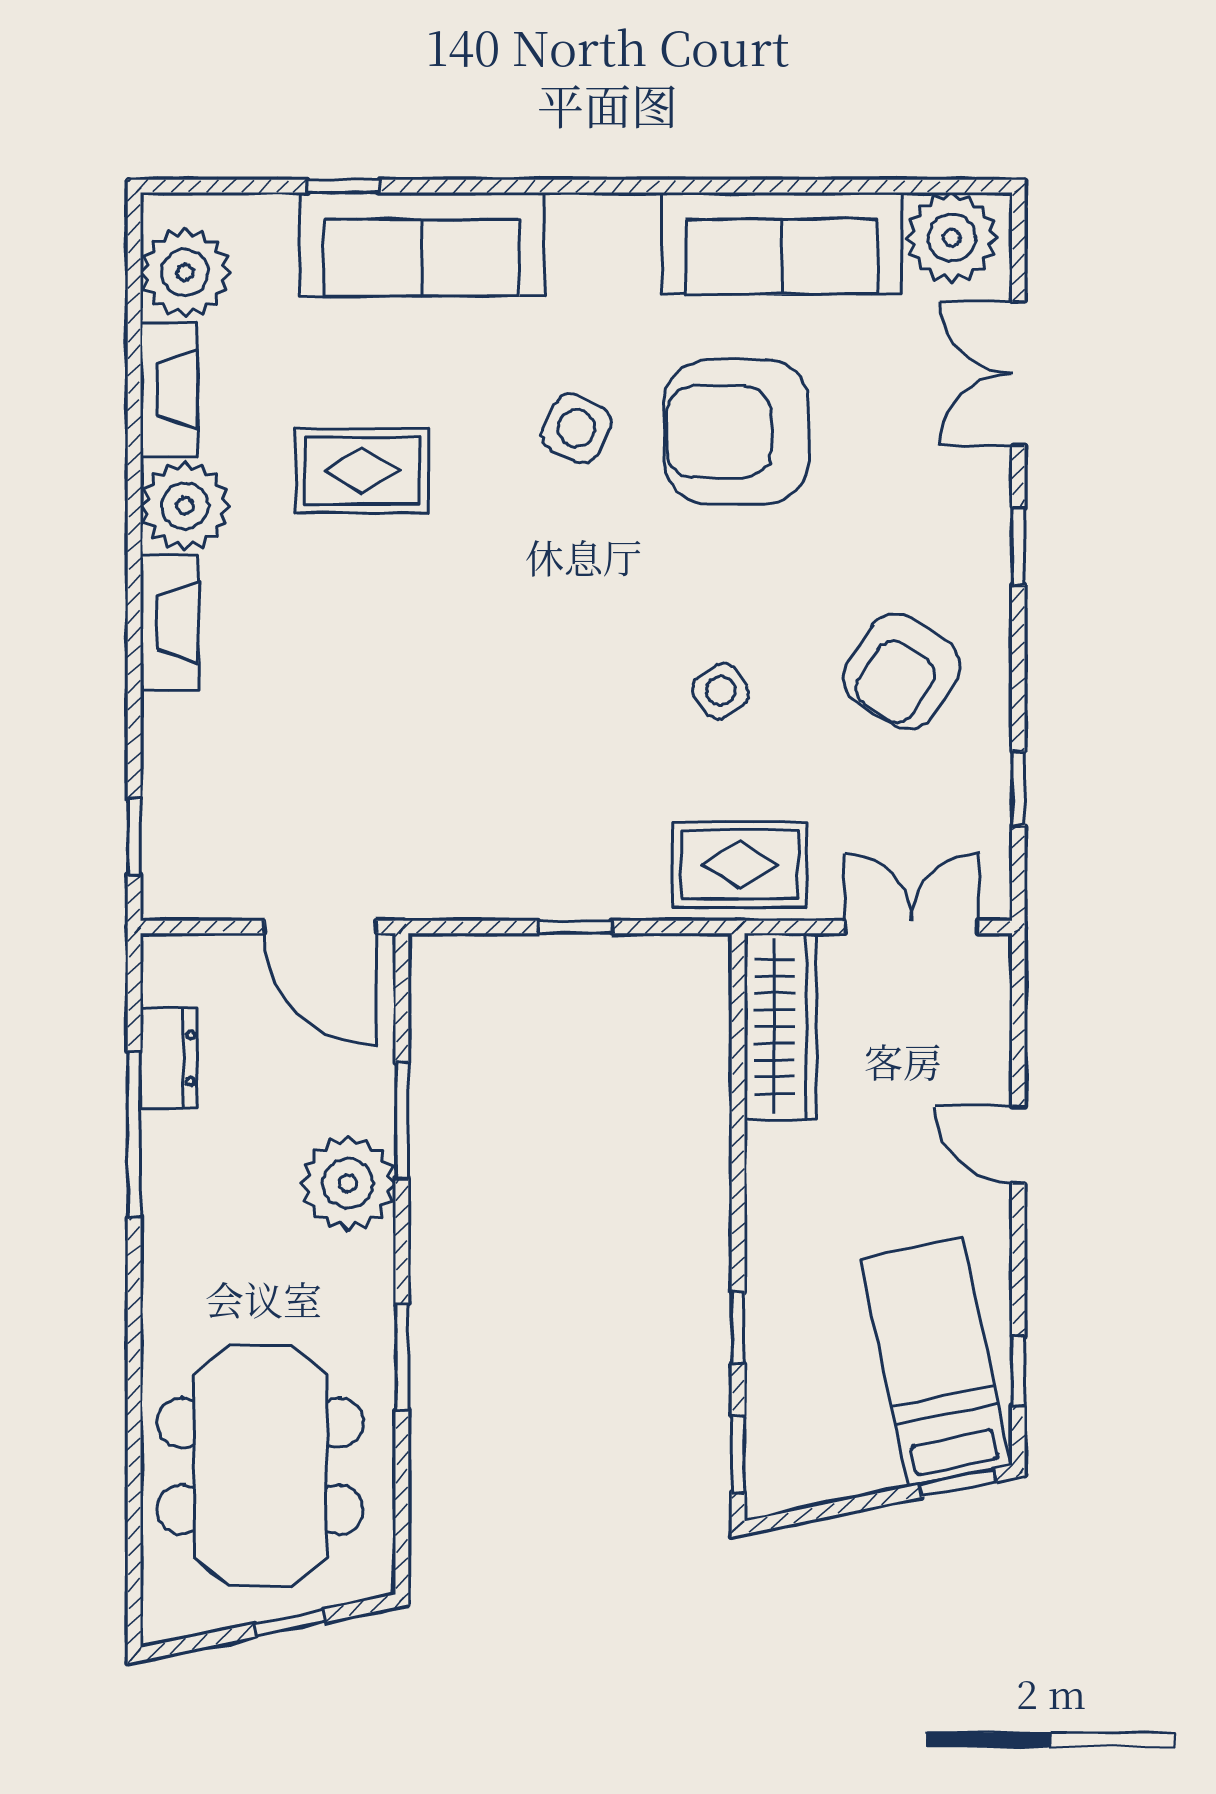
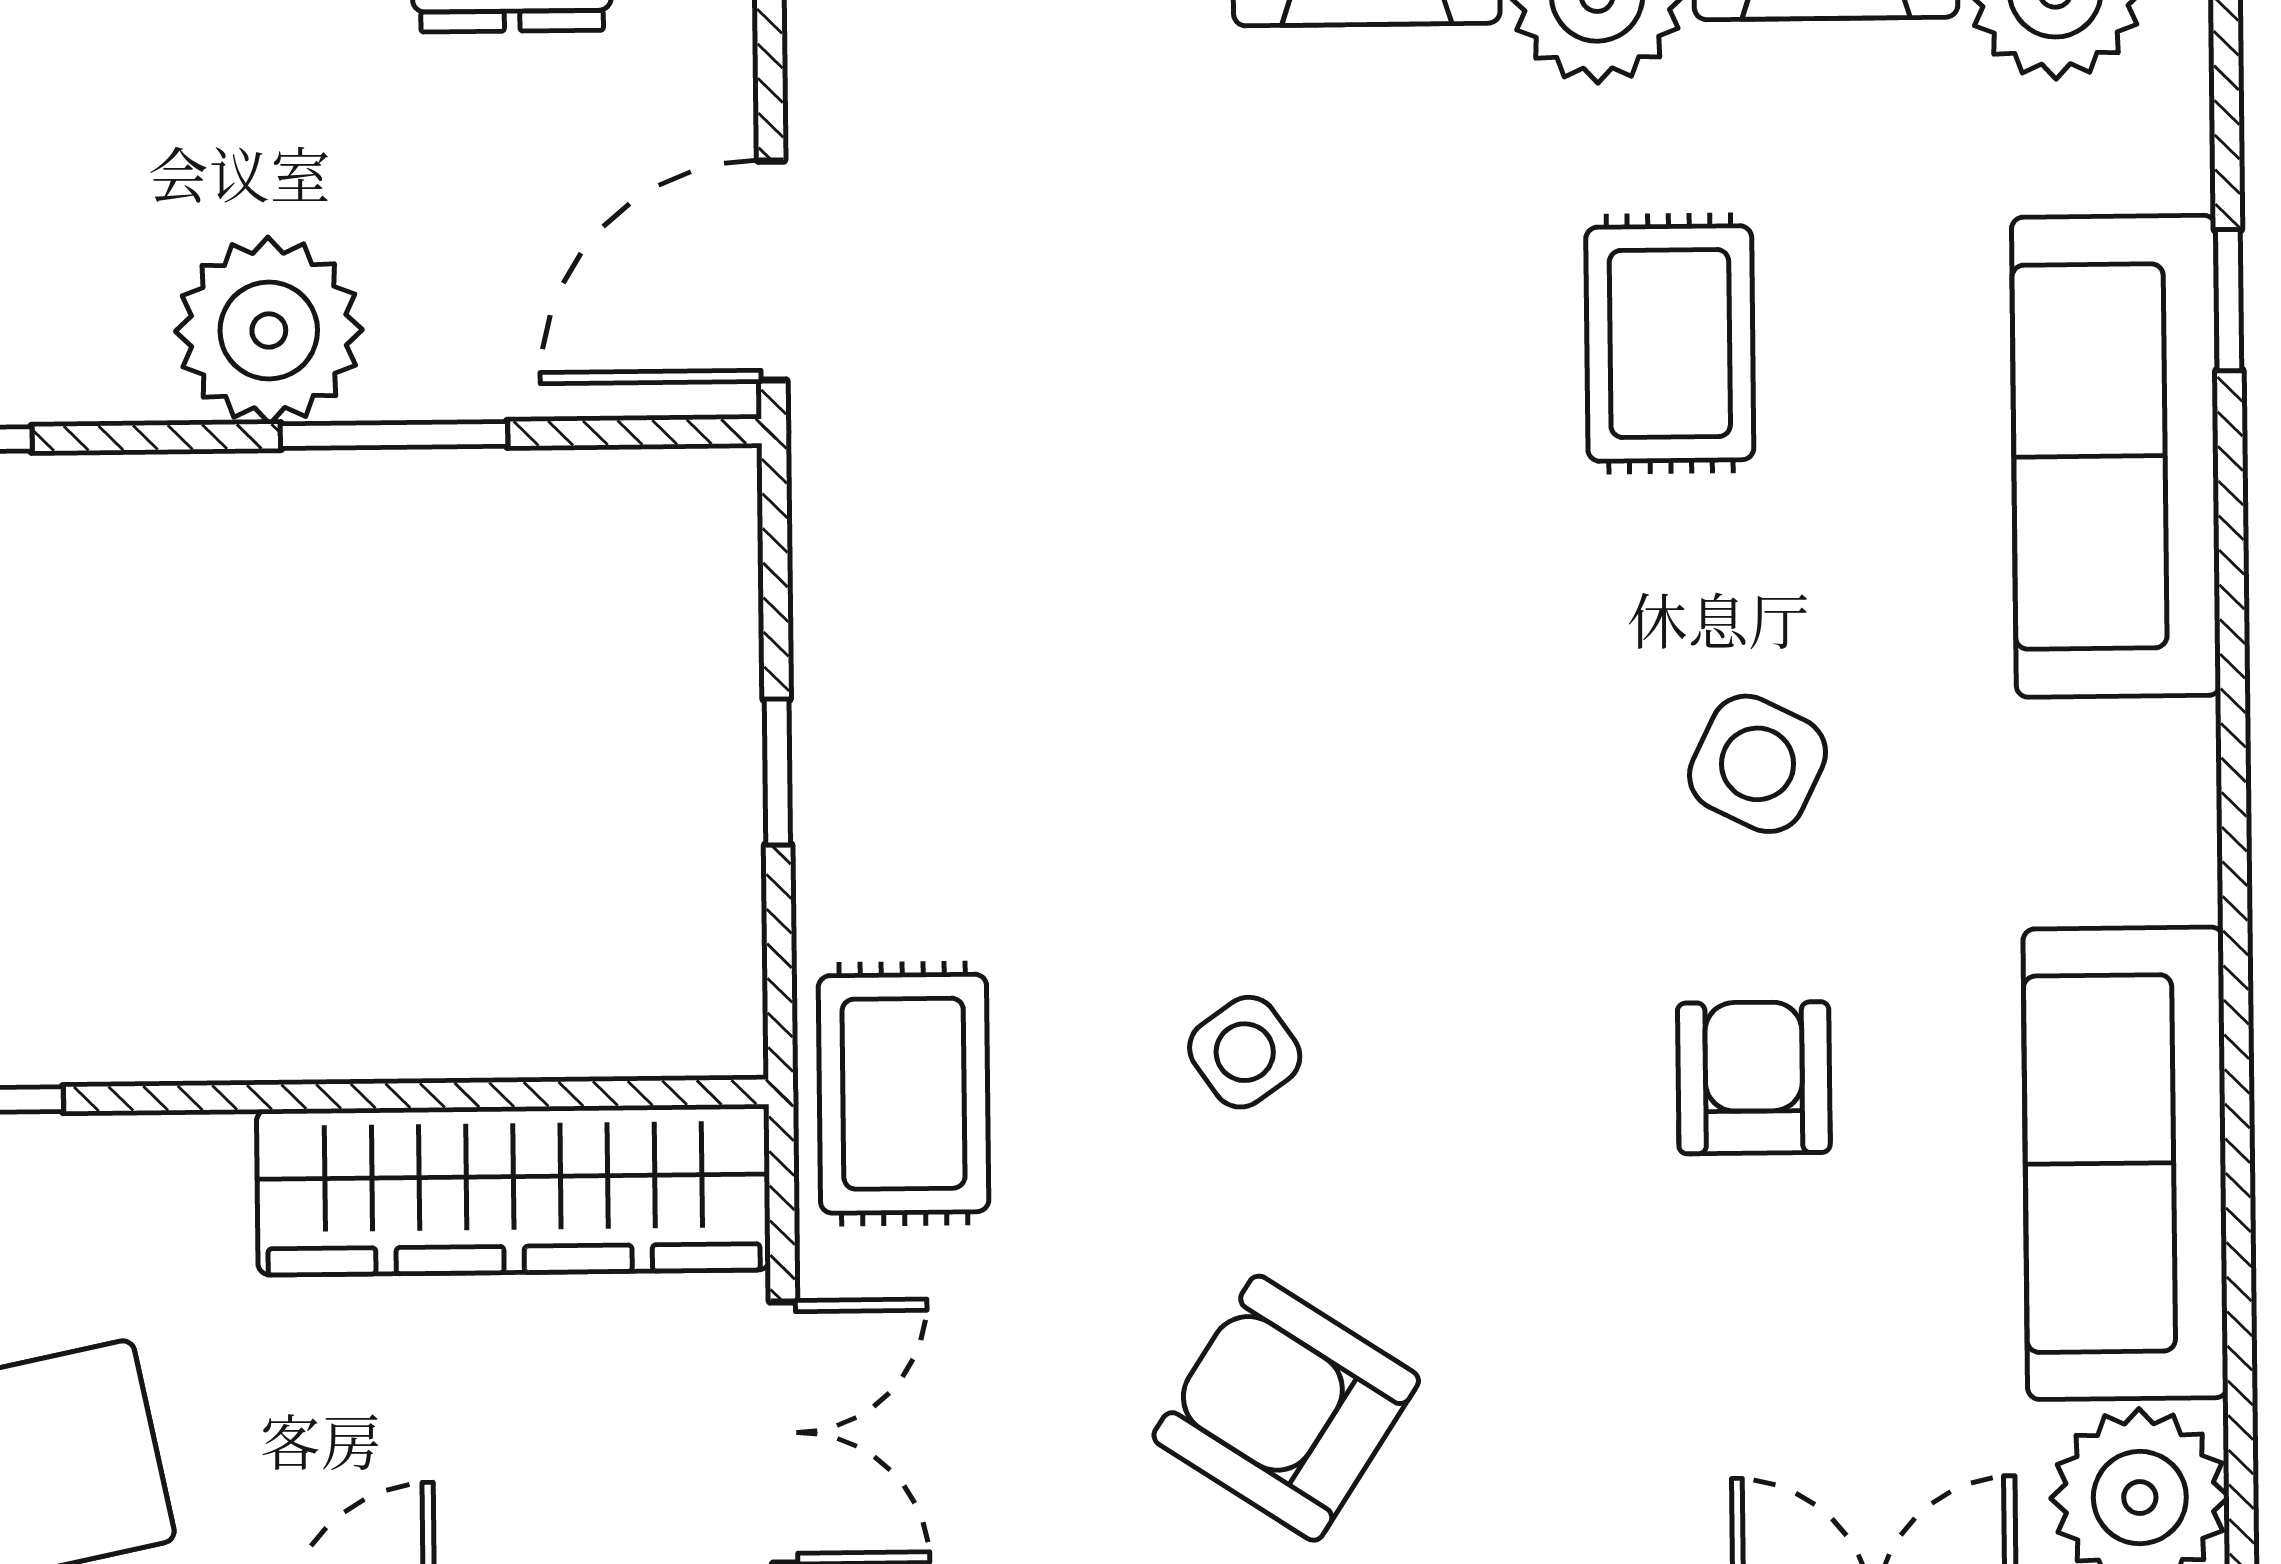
armchair: (736, 432) -> (1754, 1078), width x0.53, depth x0.53
wardrobe: (780, 1026) -> (513, 1190), width x1.40, depth x1.17

